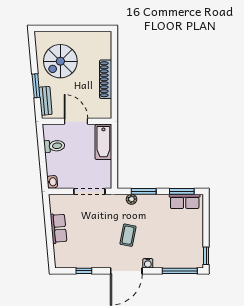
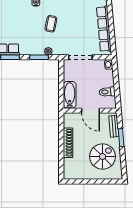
row of seats: (58, 228) -> (104, 29), width x2.02

